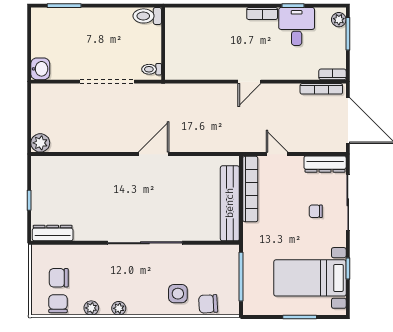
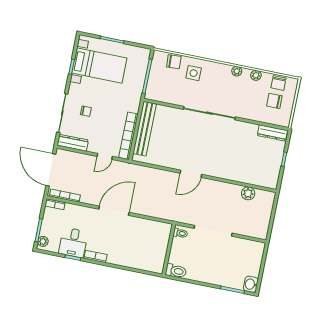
washbasin: (40, 69) -> (251, 284), moved
door: (249, 82) -> (114, 211), width x1.88
plant: (40, 143) -> (248, 193), moved
door: (277, 154) -> (105, 156), hinge flipped
chair: (59, 278) -> (274, 101), turned 180

